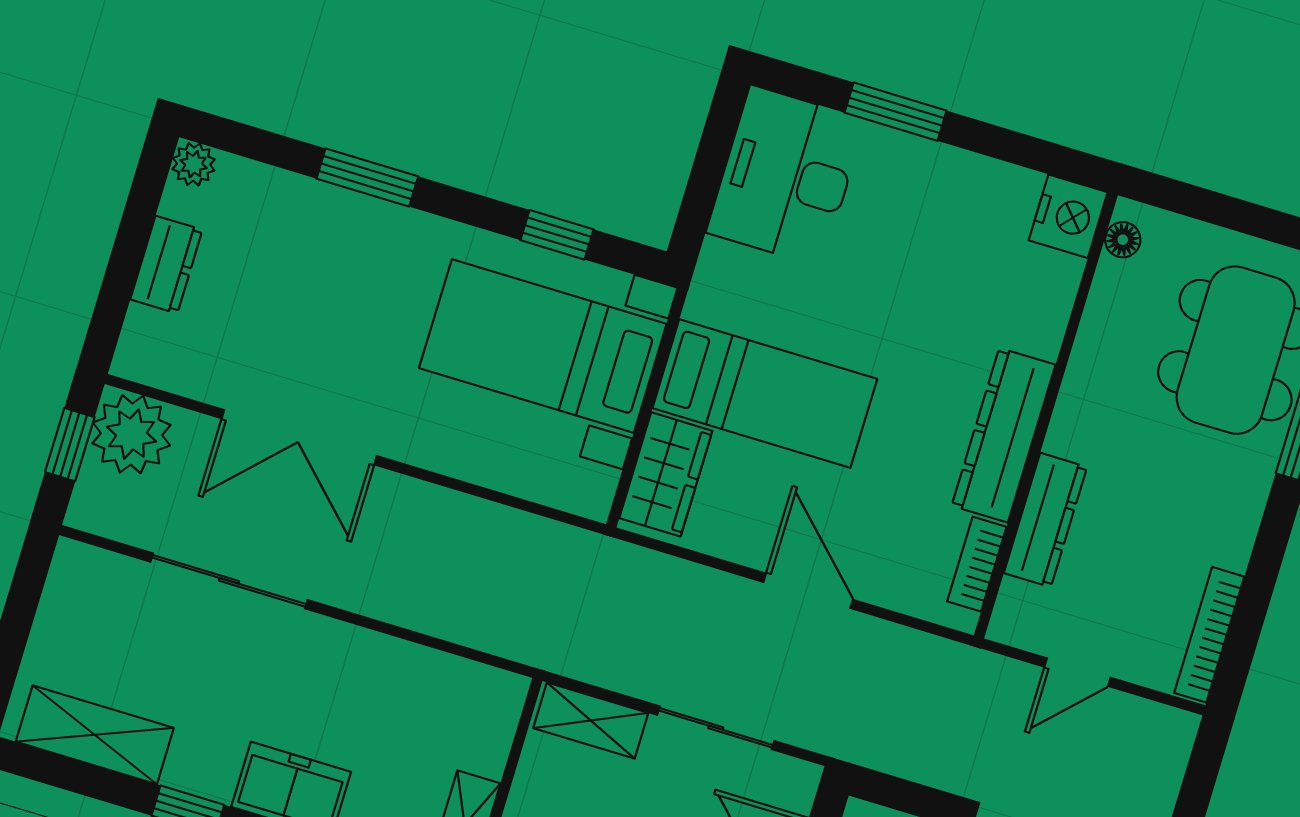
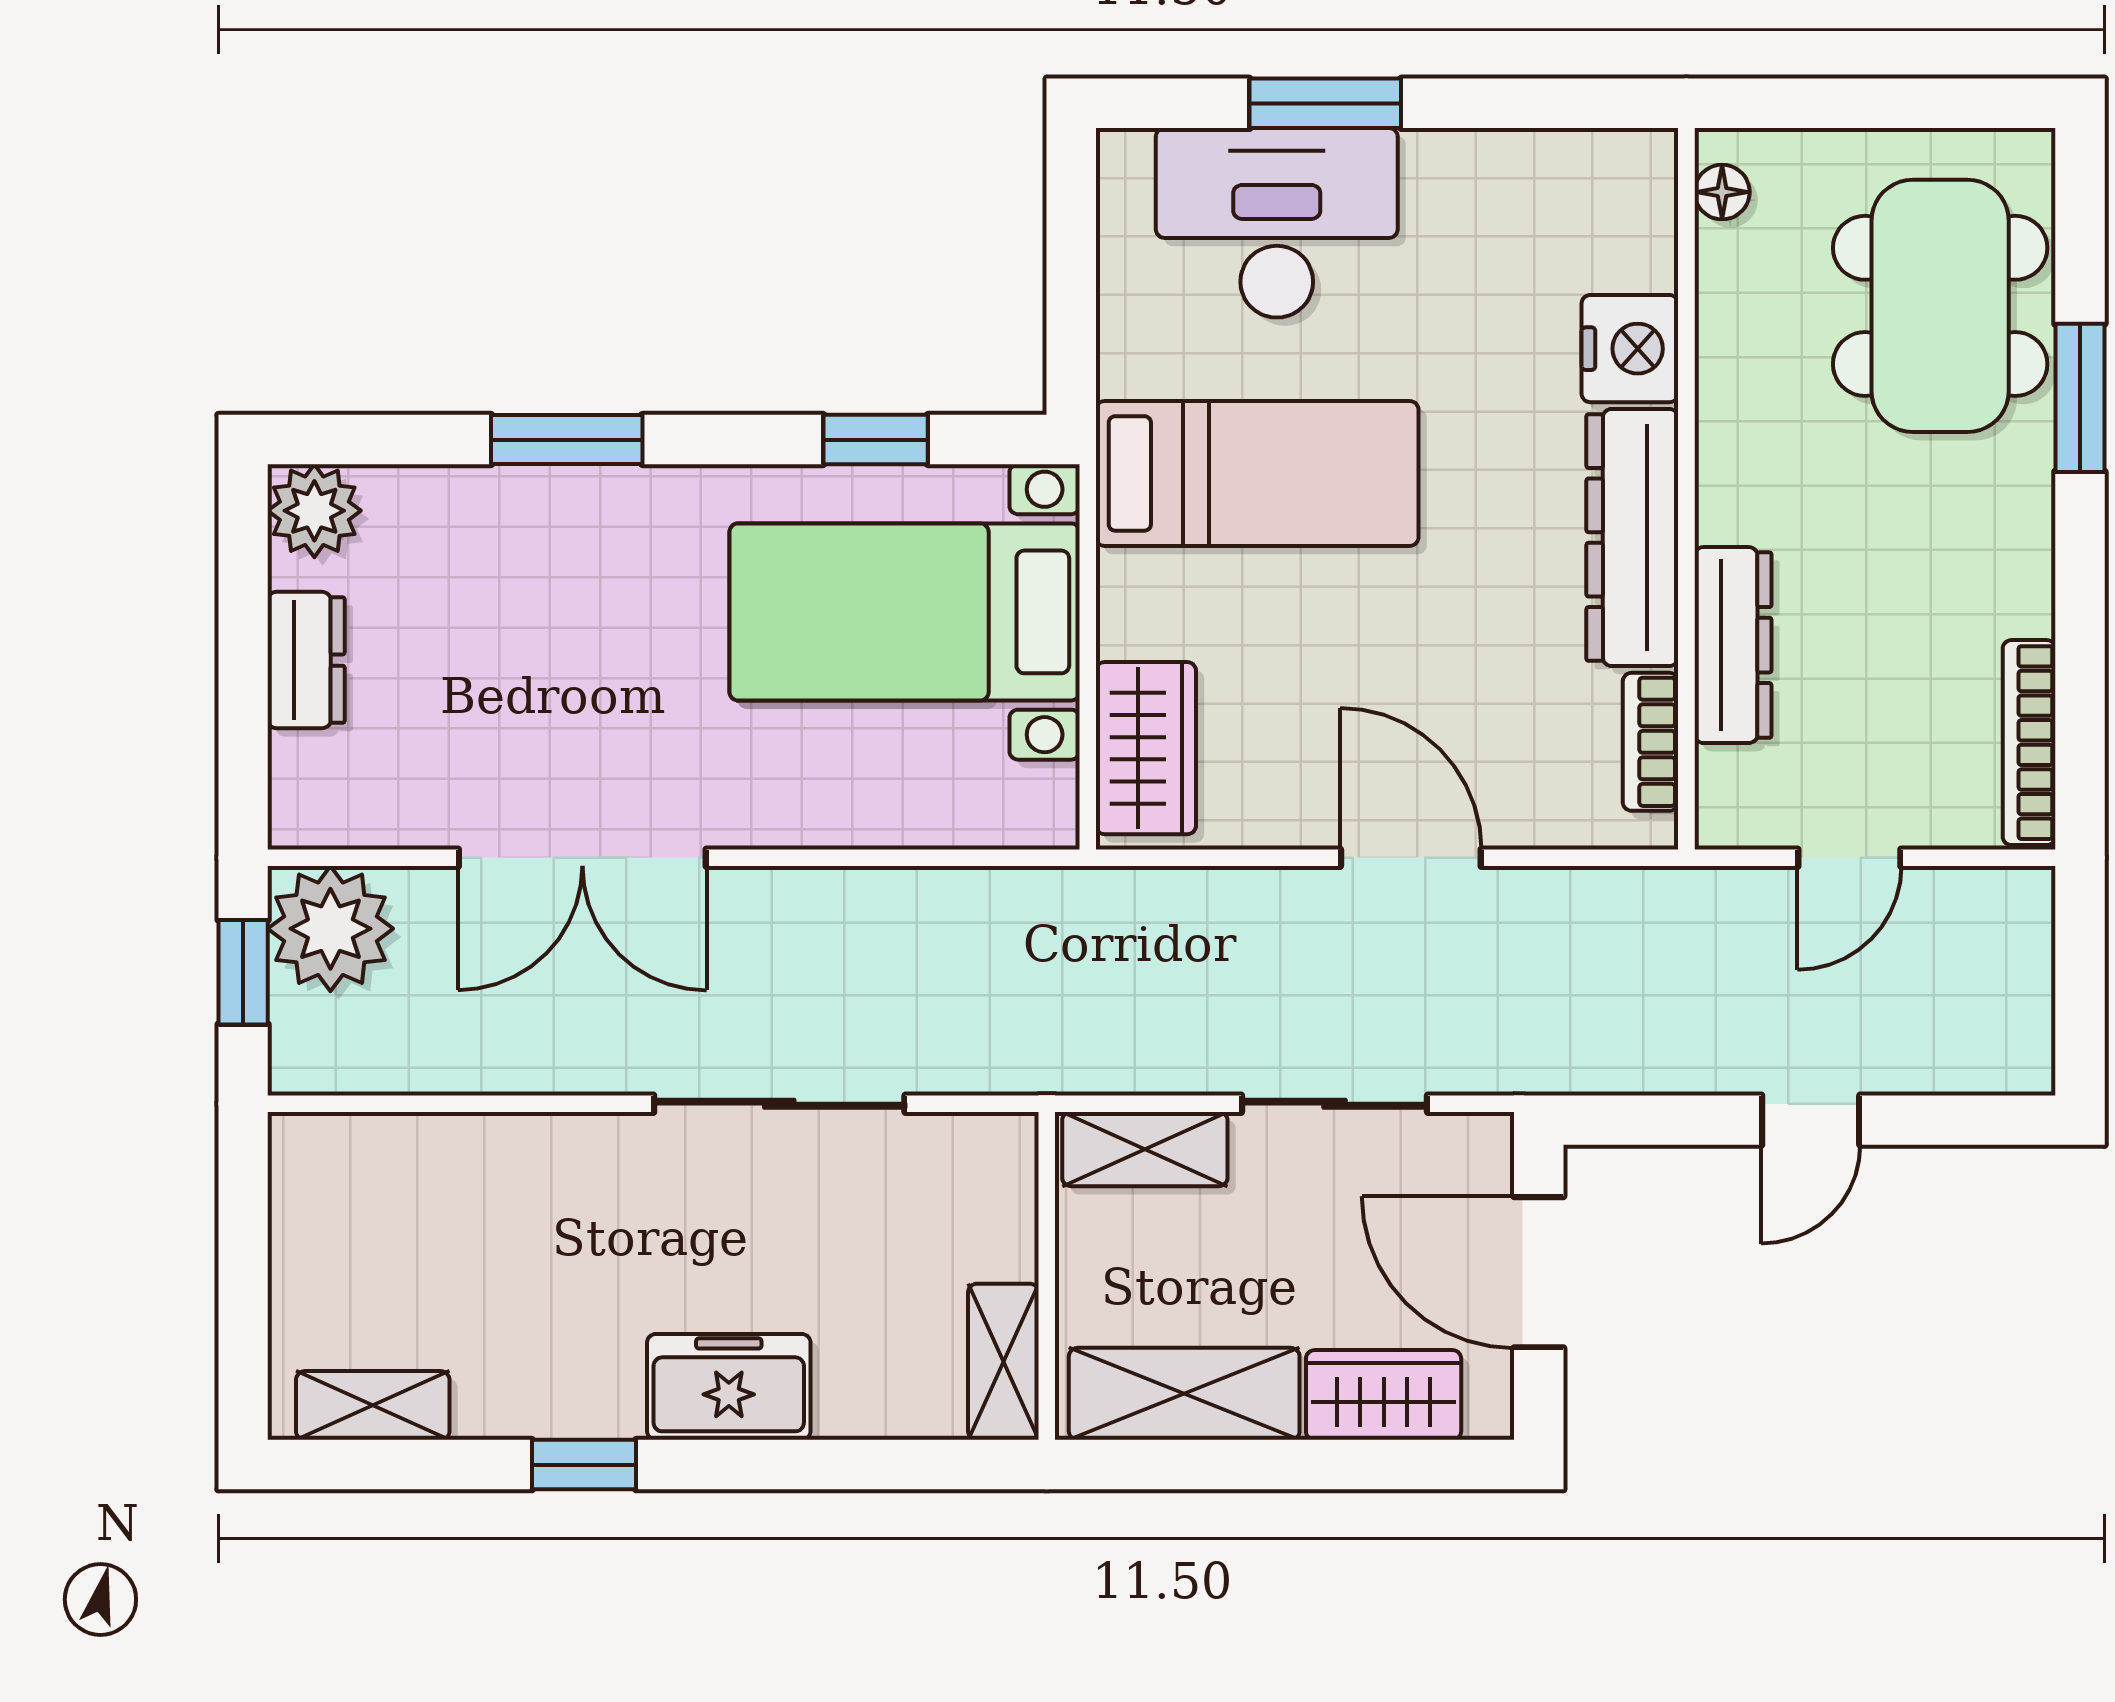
plant: (194, 164) -> (314, 511), width x1.38, depth x1.38
desk: (786, 176) -> (1277, 223), moved, turned 90
nightstand: (1068, 216) -> (1630, 349), moved
bed: (765, 394) -> (1257, 473), moved
sliding door: (229, 581) -> (779, 1104), moved
shelving: (95, 735) -> (373, 1405), width x0.67, depth x0.75

